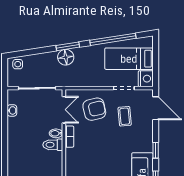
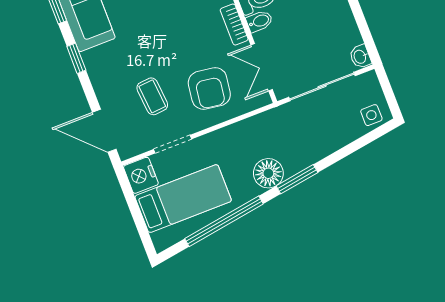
floor lamp: (66, 57) -> (268, 173), moved
armchair: (94, 109) -> (209, 88), turned -69
washbasin: (12, 110) -> (360, 57), moved

